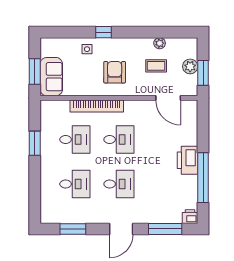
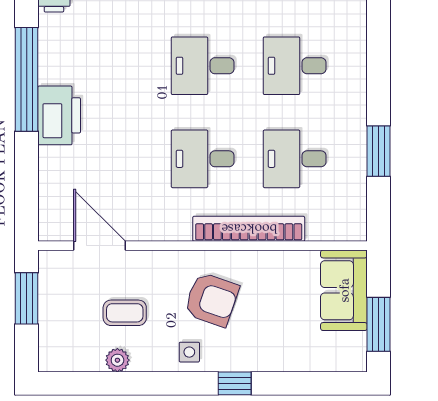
side table: (87, 49) -> (189, 352), moved
plant: (190, 66) -> (54, 312), removed
window: (35, 72) -> (379, 324), moved
armchair: (115, 72) -> (212, 300), turned -71

